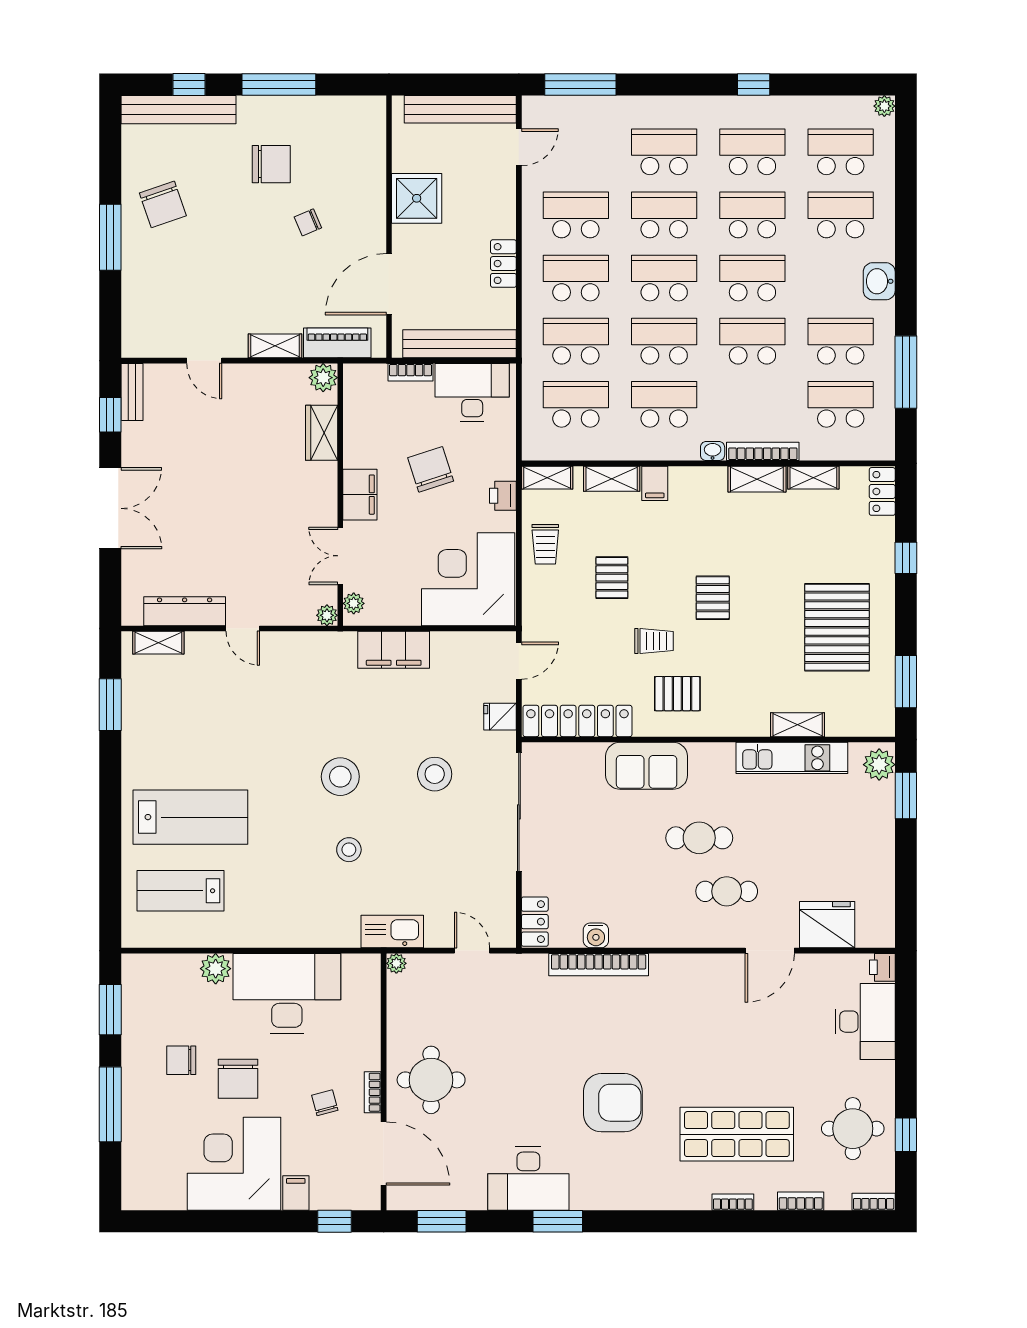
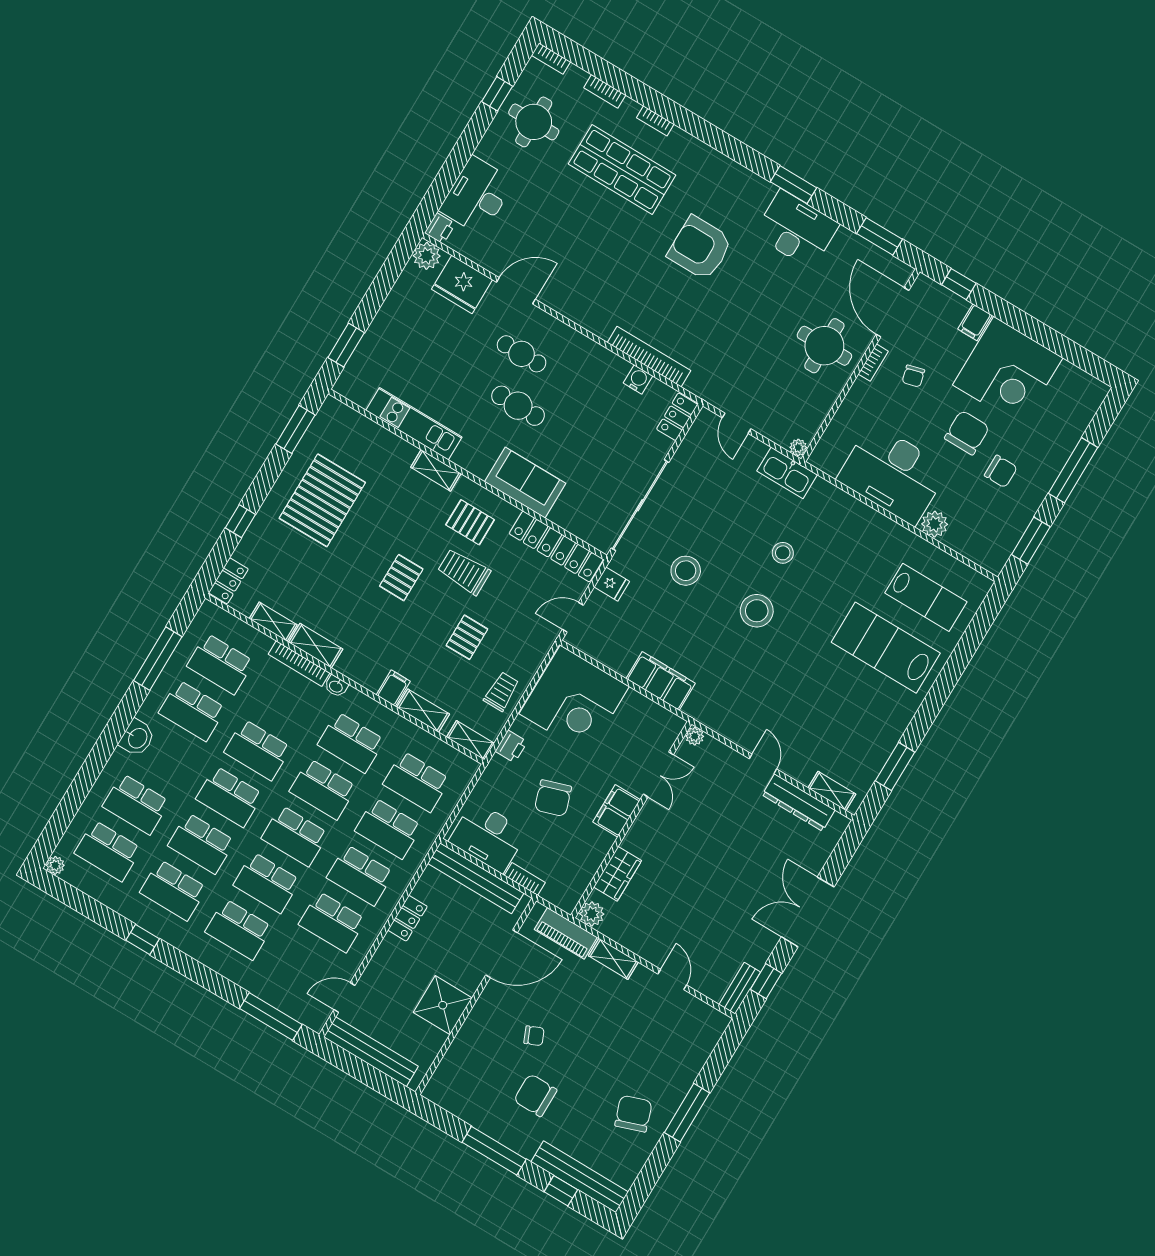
plant: (354, 603) -> (670, 733), removed
trolley: (654, 641) -> (464, 572), width x1.36, depth x1.39
shelving: (798, 725) -> (436, 470), moved
plant: (879, 765) -> (427, 256), moved

